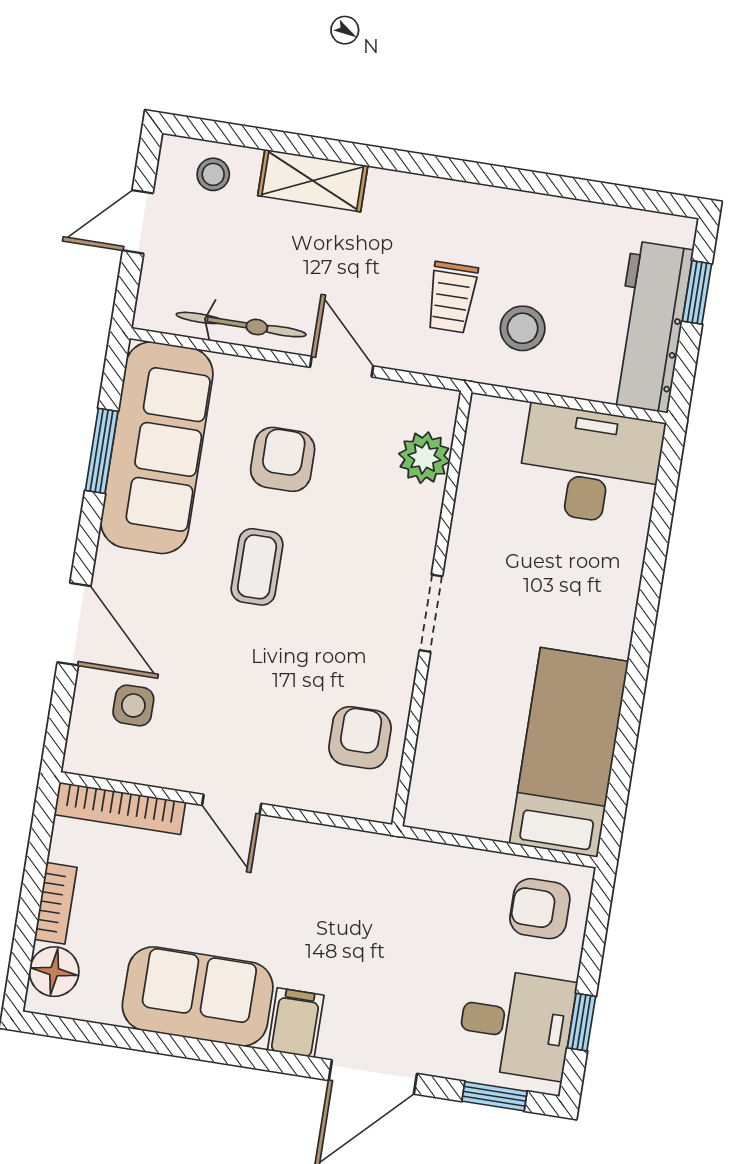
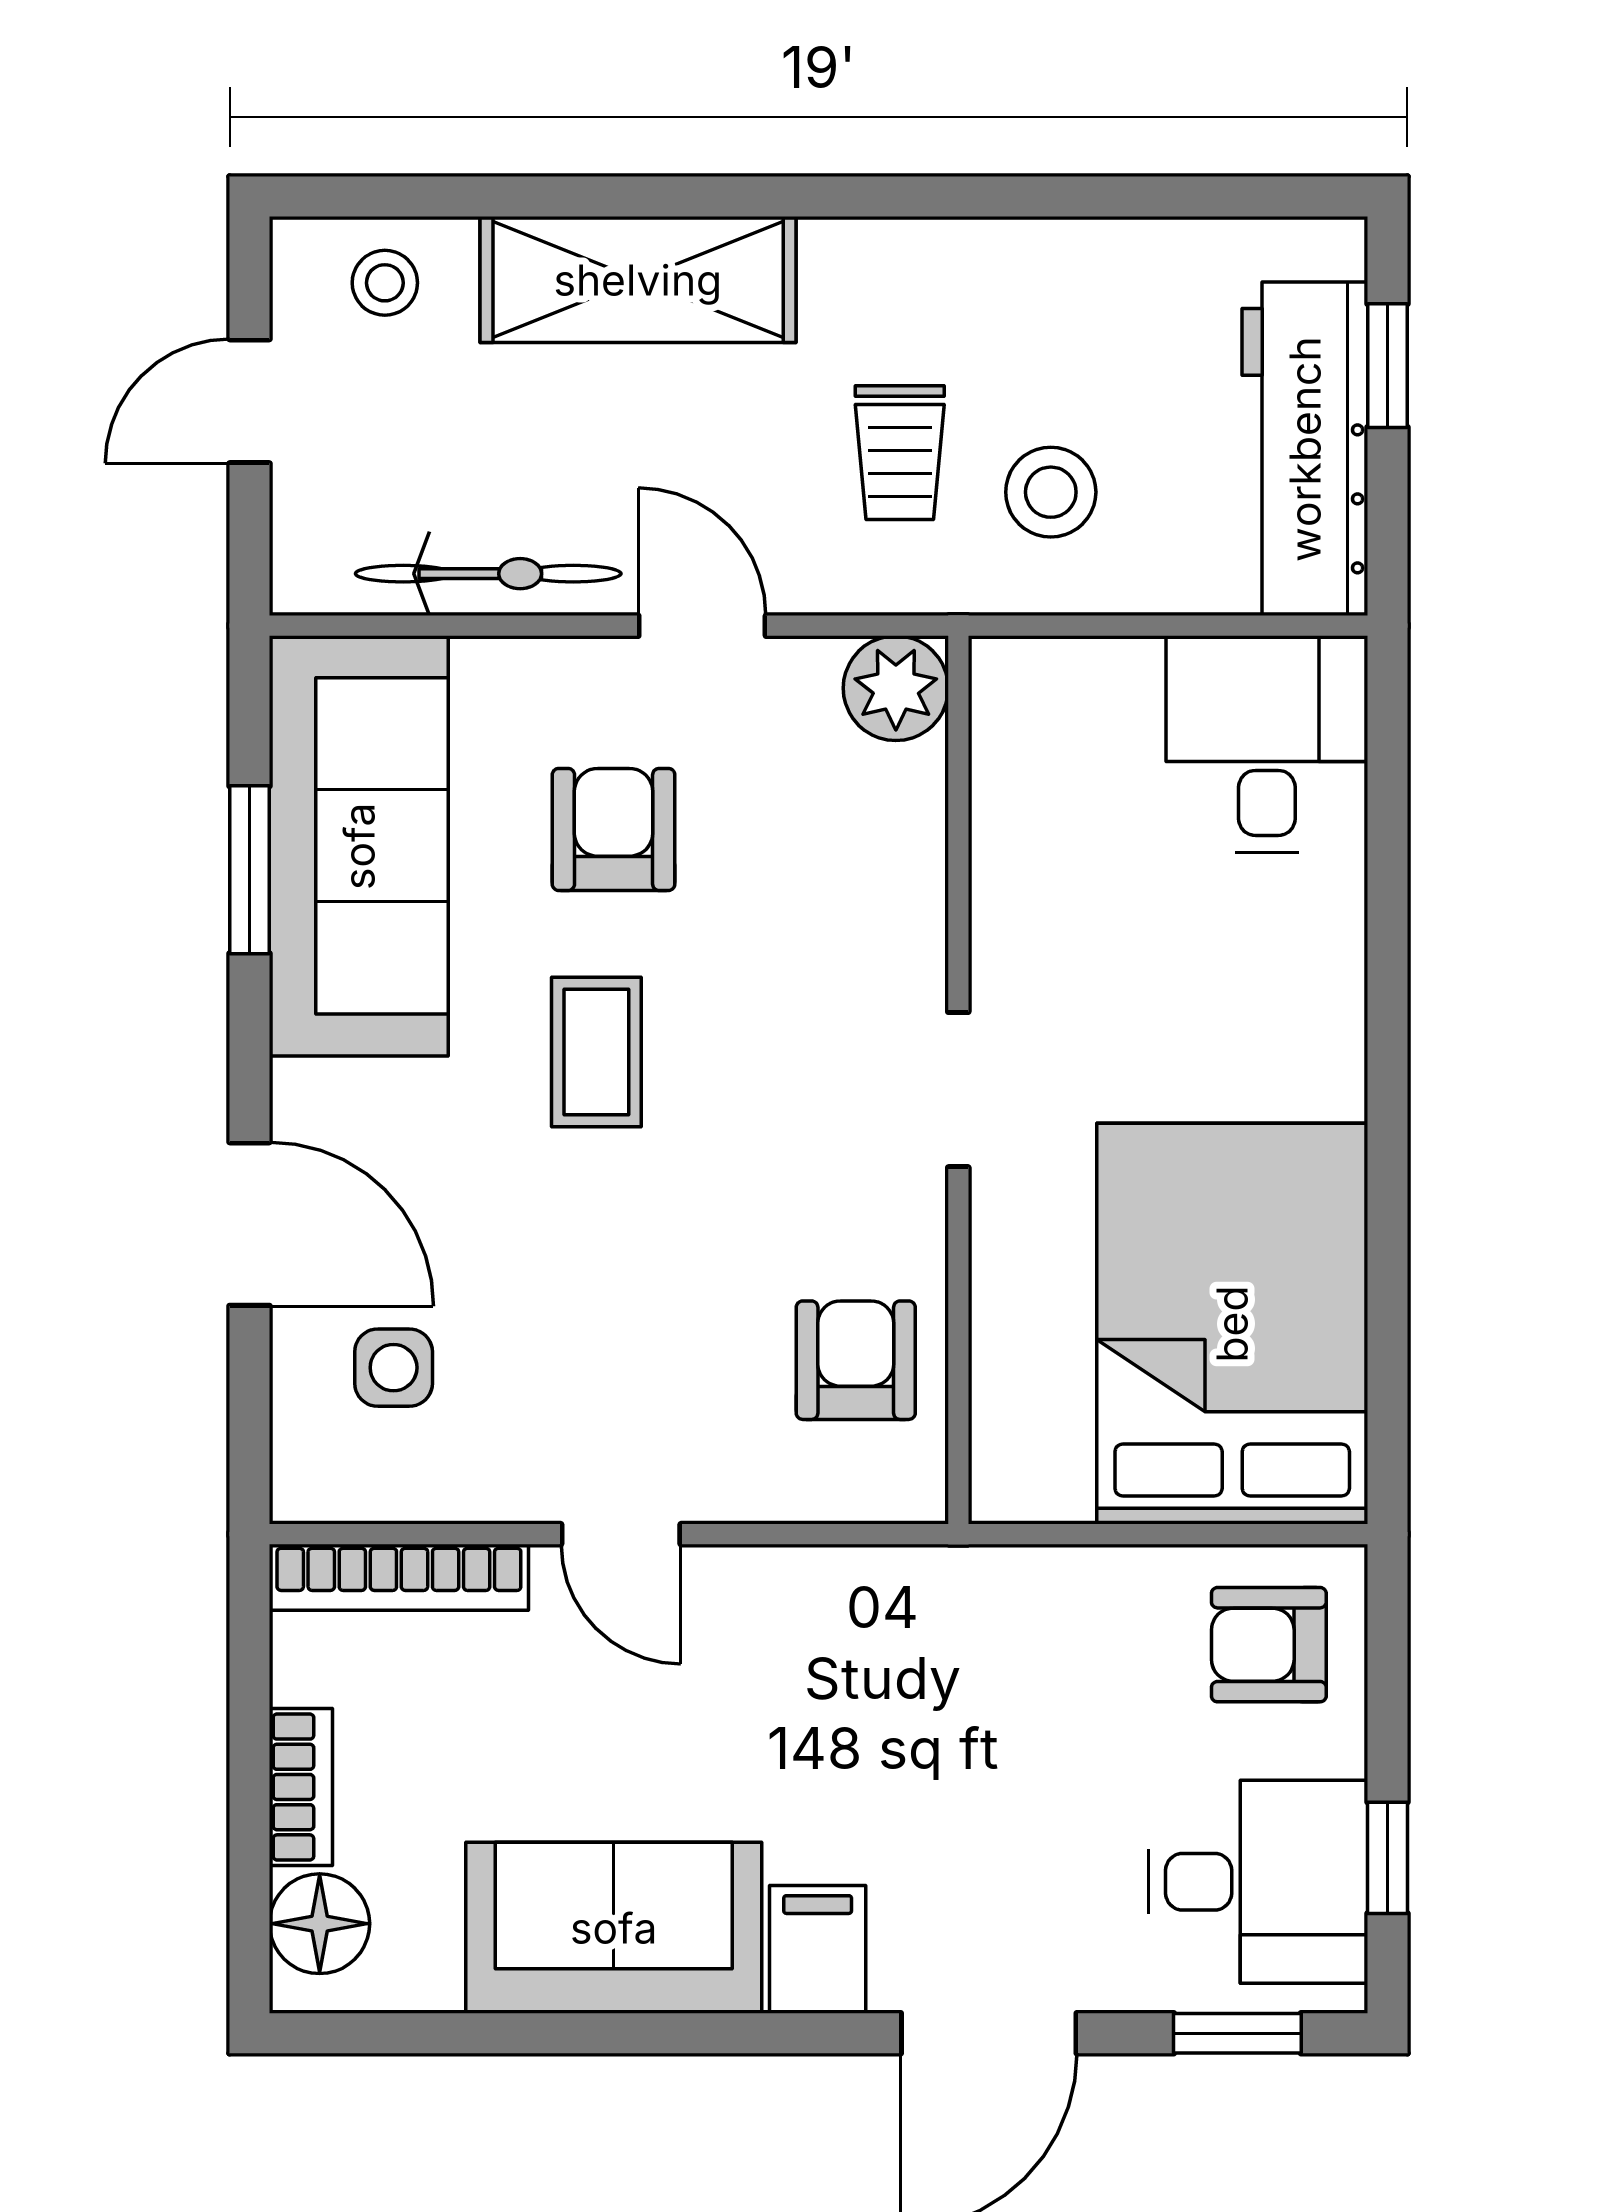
shelving: (313, 181) -> (638, 280), width x1.50, depth x1.33
plant: (424, 458) -> (896, 688), moved
desk: (590, 465) -> (1267, 744), width x0.73
bed: (569, 752) -> (1232, 1324), width x1.50

